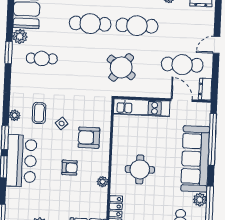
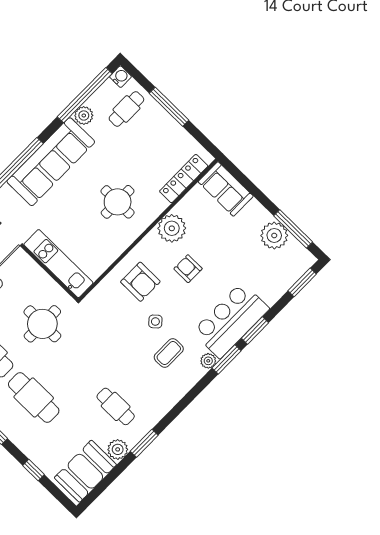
round table: (121, 67) -> (42, 324), turned -37
plant: (15, 115) -> (208, 361), moved
plant: (103, 182) -> (172, 228), width x1.87, depth x1.87

